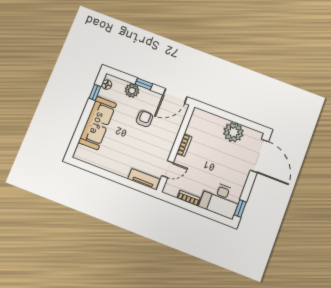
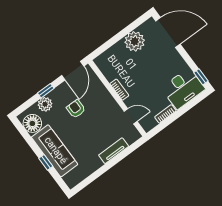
floor lamp: (107, 85) -> (32, 123), width x1.89, depth x1.89
window: (95, 92) -> (46, 162), moved
door: (168, 169) -> (131, 116), hinge flipped
tv unit: (144, 179) -> (114, 151), moved

